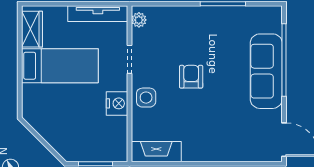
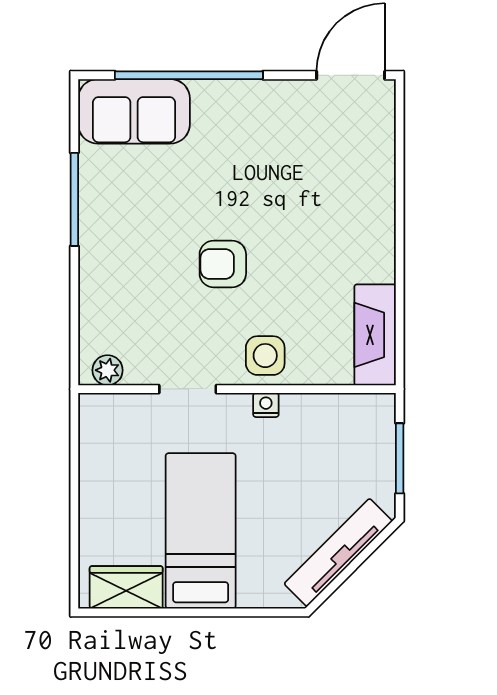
tv unit: (98, 14) -> (338, 552), moved, turned -135
sofa: (266, 71) -> (134, 111), moved, width x0.73
nightstand: (117, 103) -> (266, 405), width x0.53, depth x0.56

